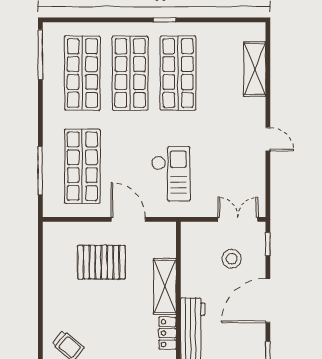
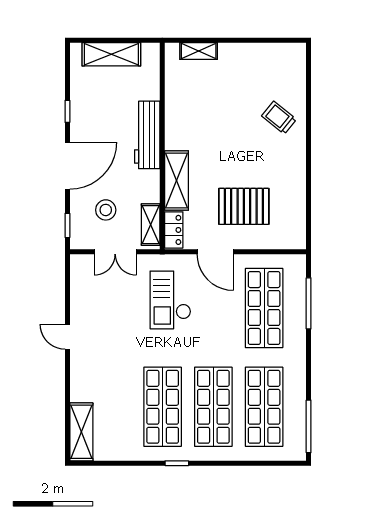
shelving: (255, 69) -> (81, 432), moved
double door: (238, 219) -> (115, 252), moved
shelving: (189, 245) -> (151, 225), added
locker: (167, 333) -> (174, 230), moved

